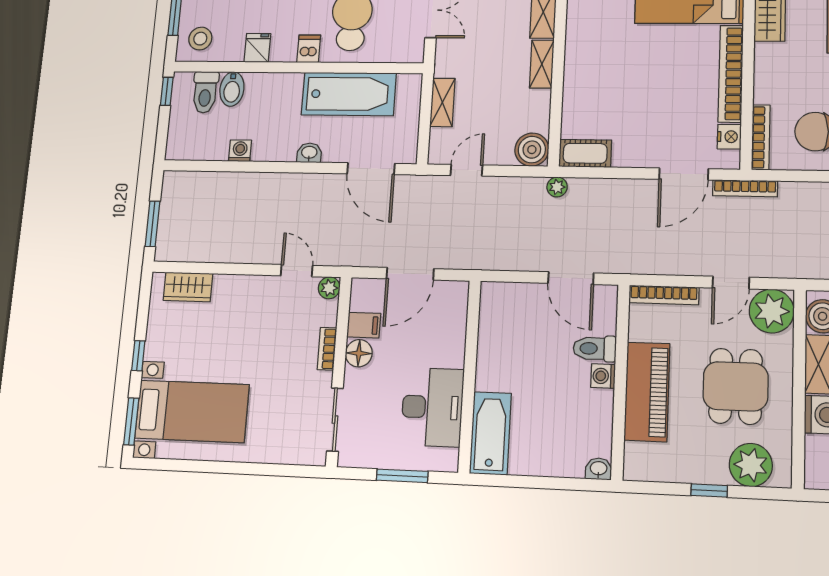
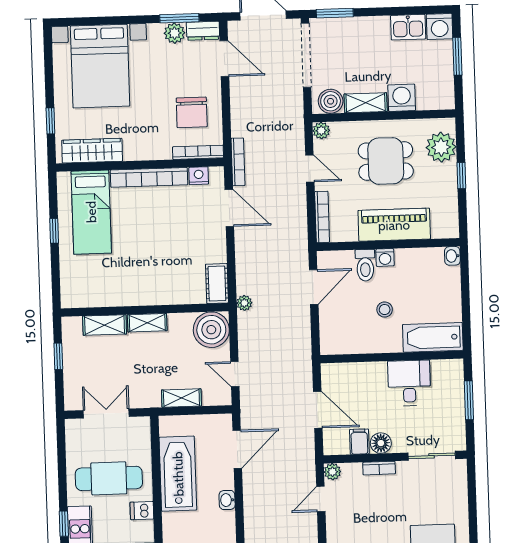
boiler: (532, 150) -> (211, 330), width x1.37, depth x1.37
plant: (772, 311) -> (321, 131), width x0.53, depth x0.53
stool: (533, 371) -> (385, 310), added
desk: (432, 407) -> (409, 383), width x0.73

